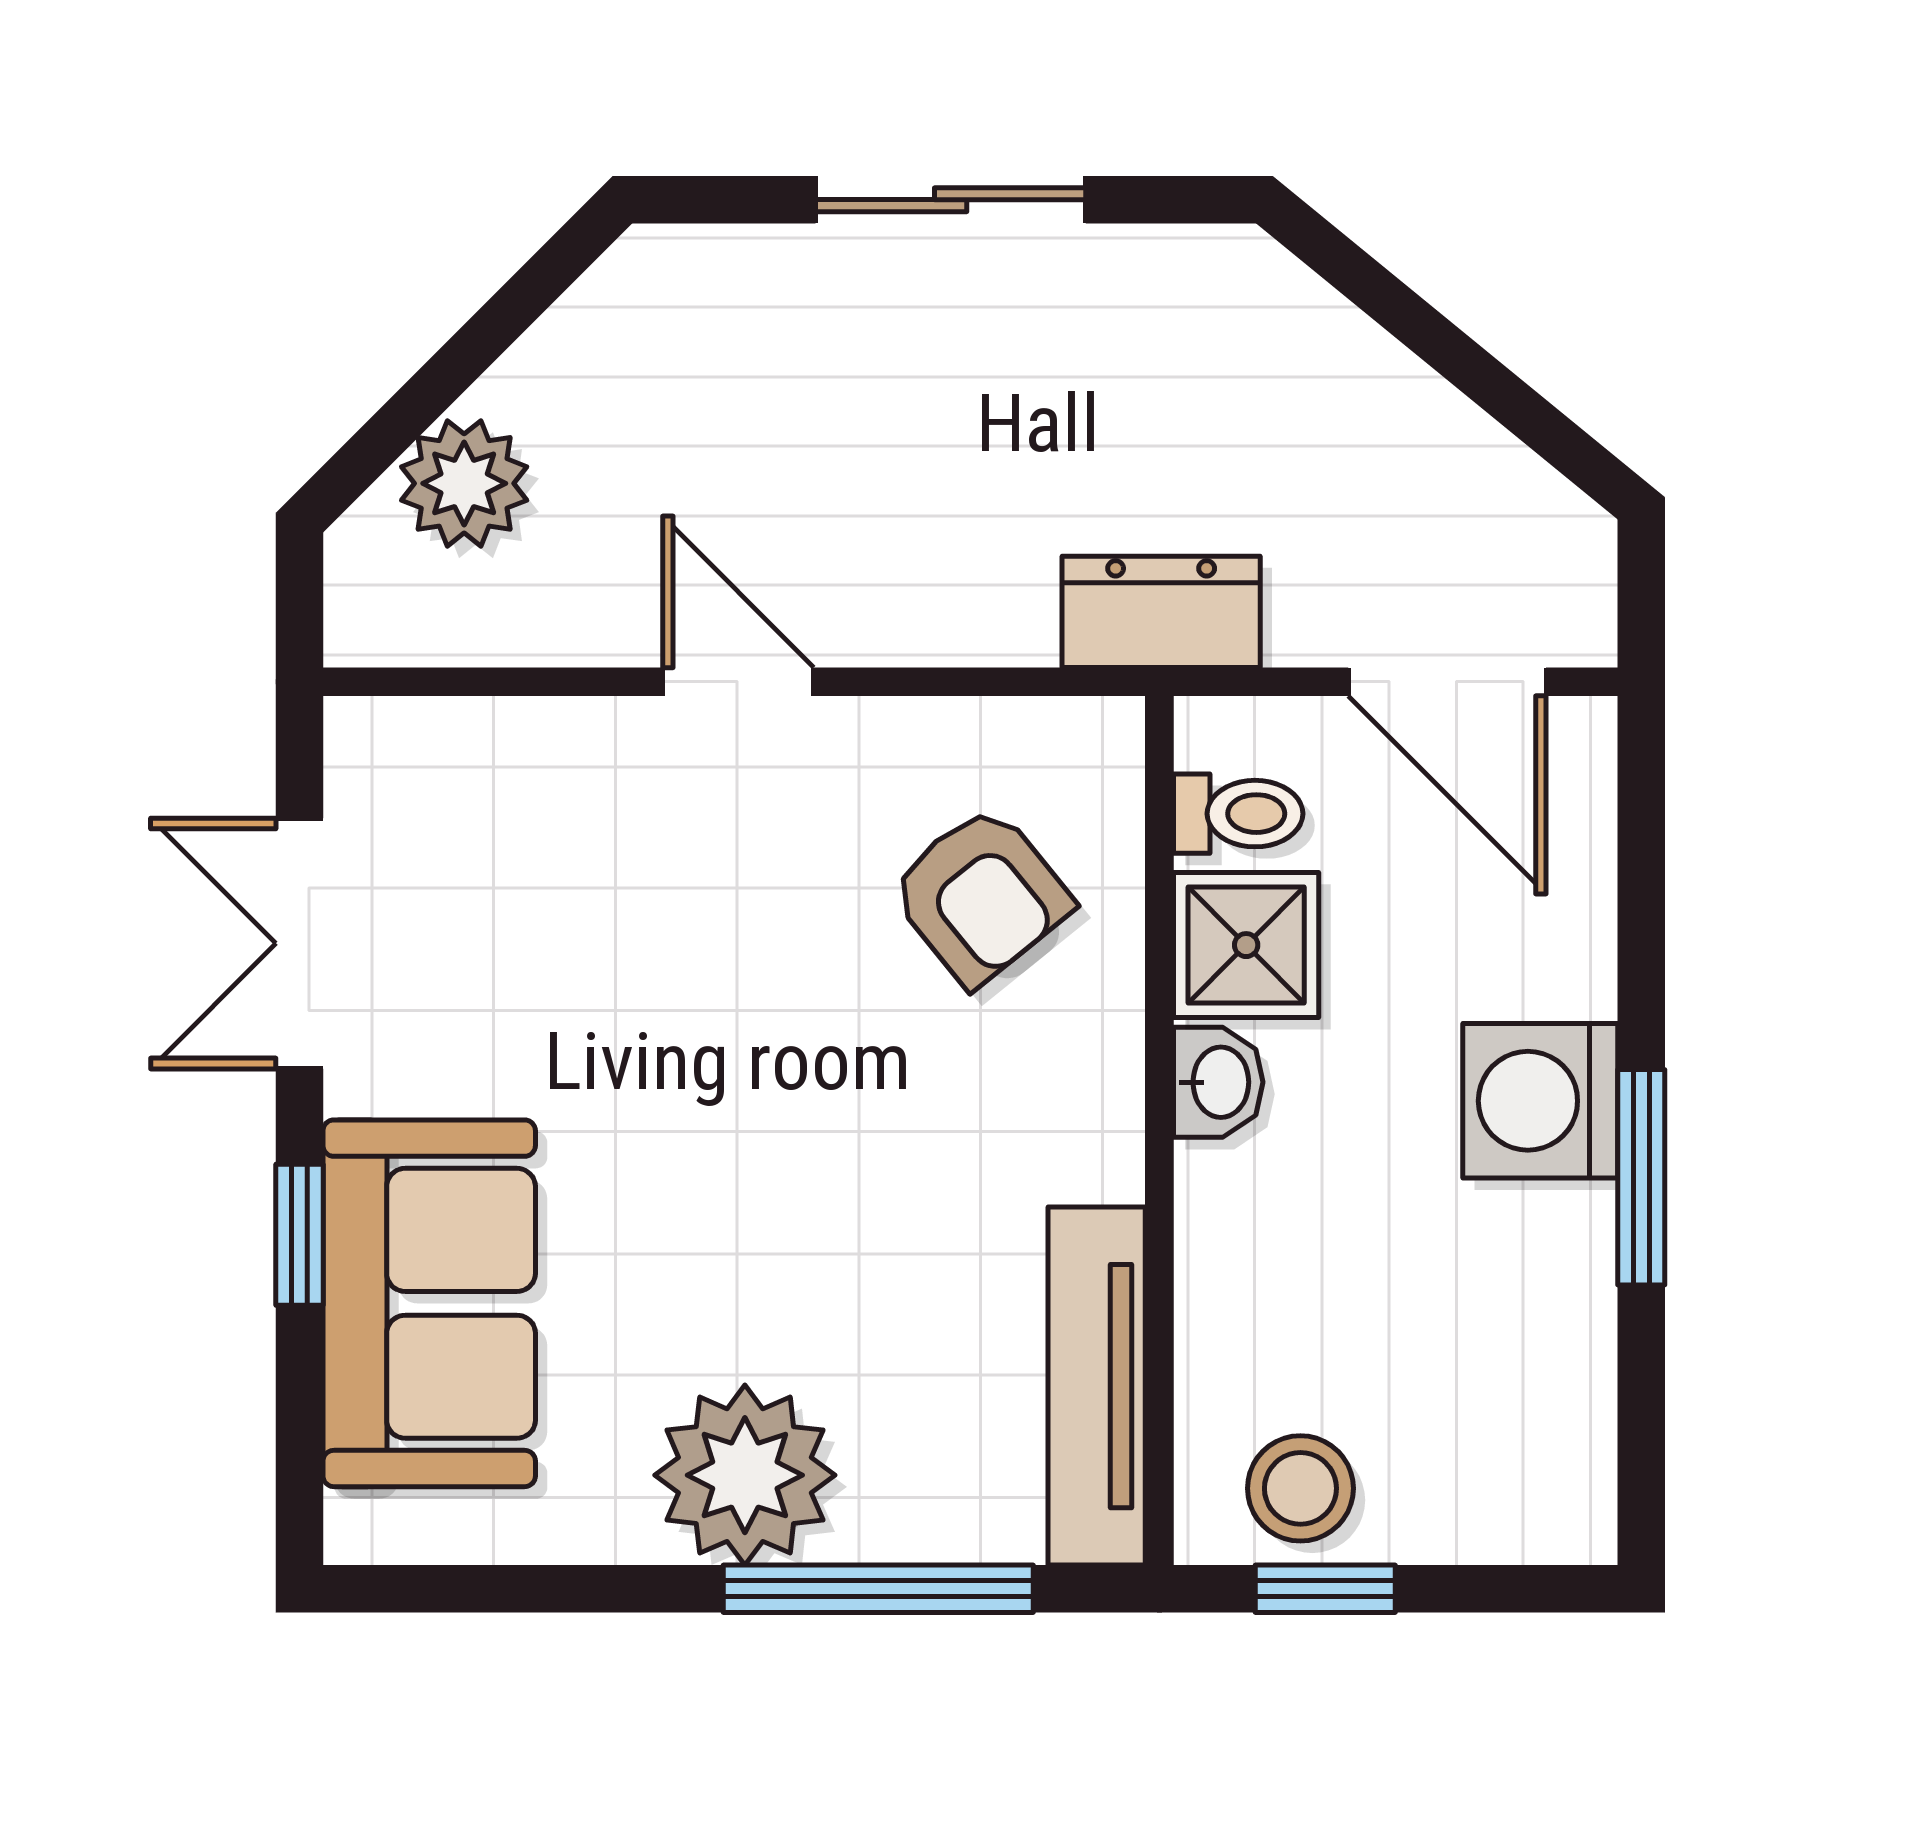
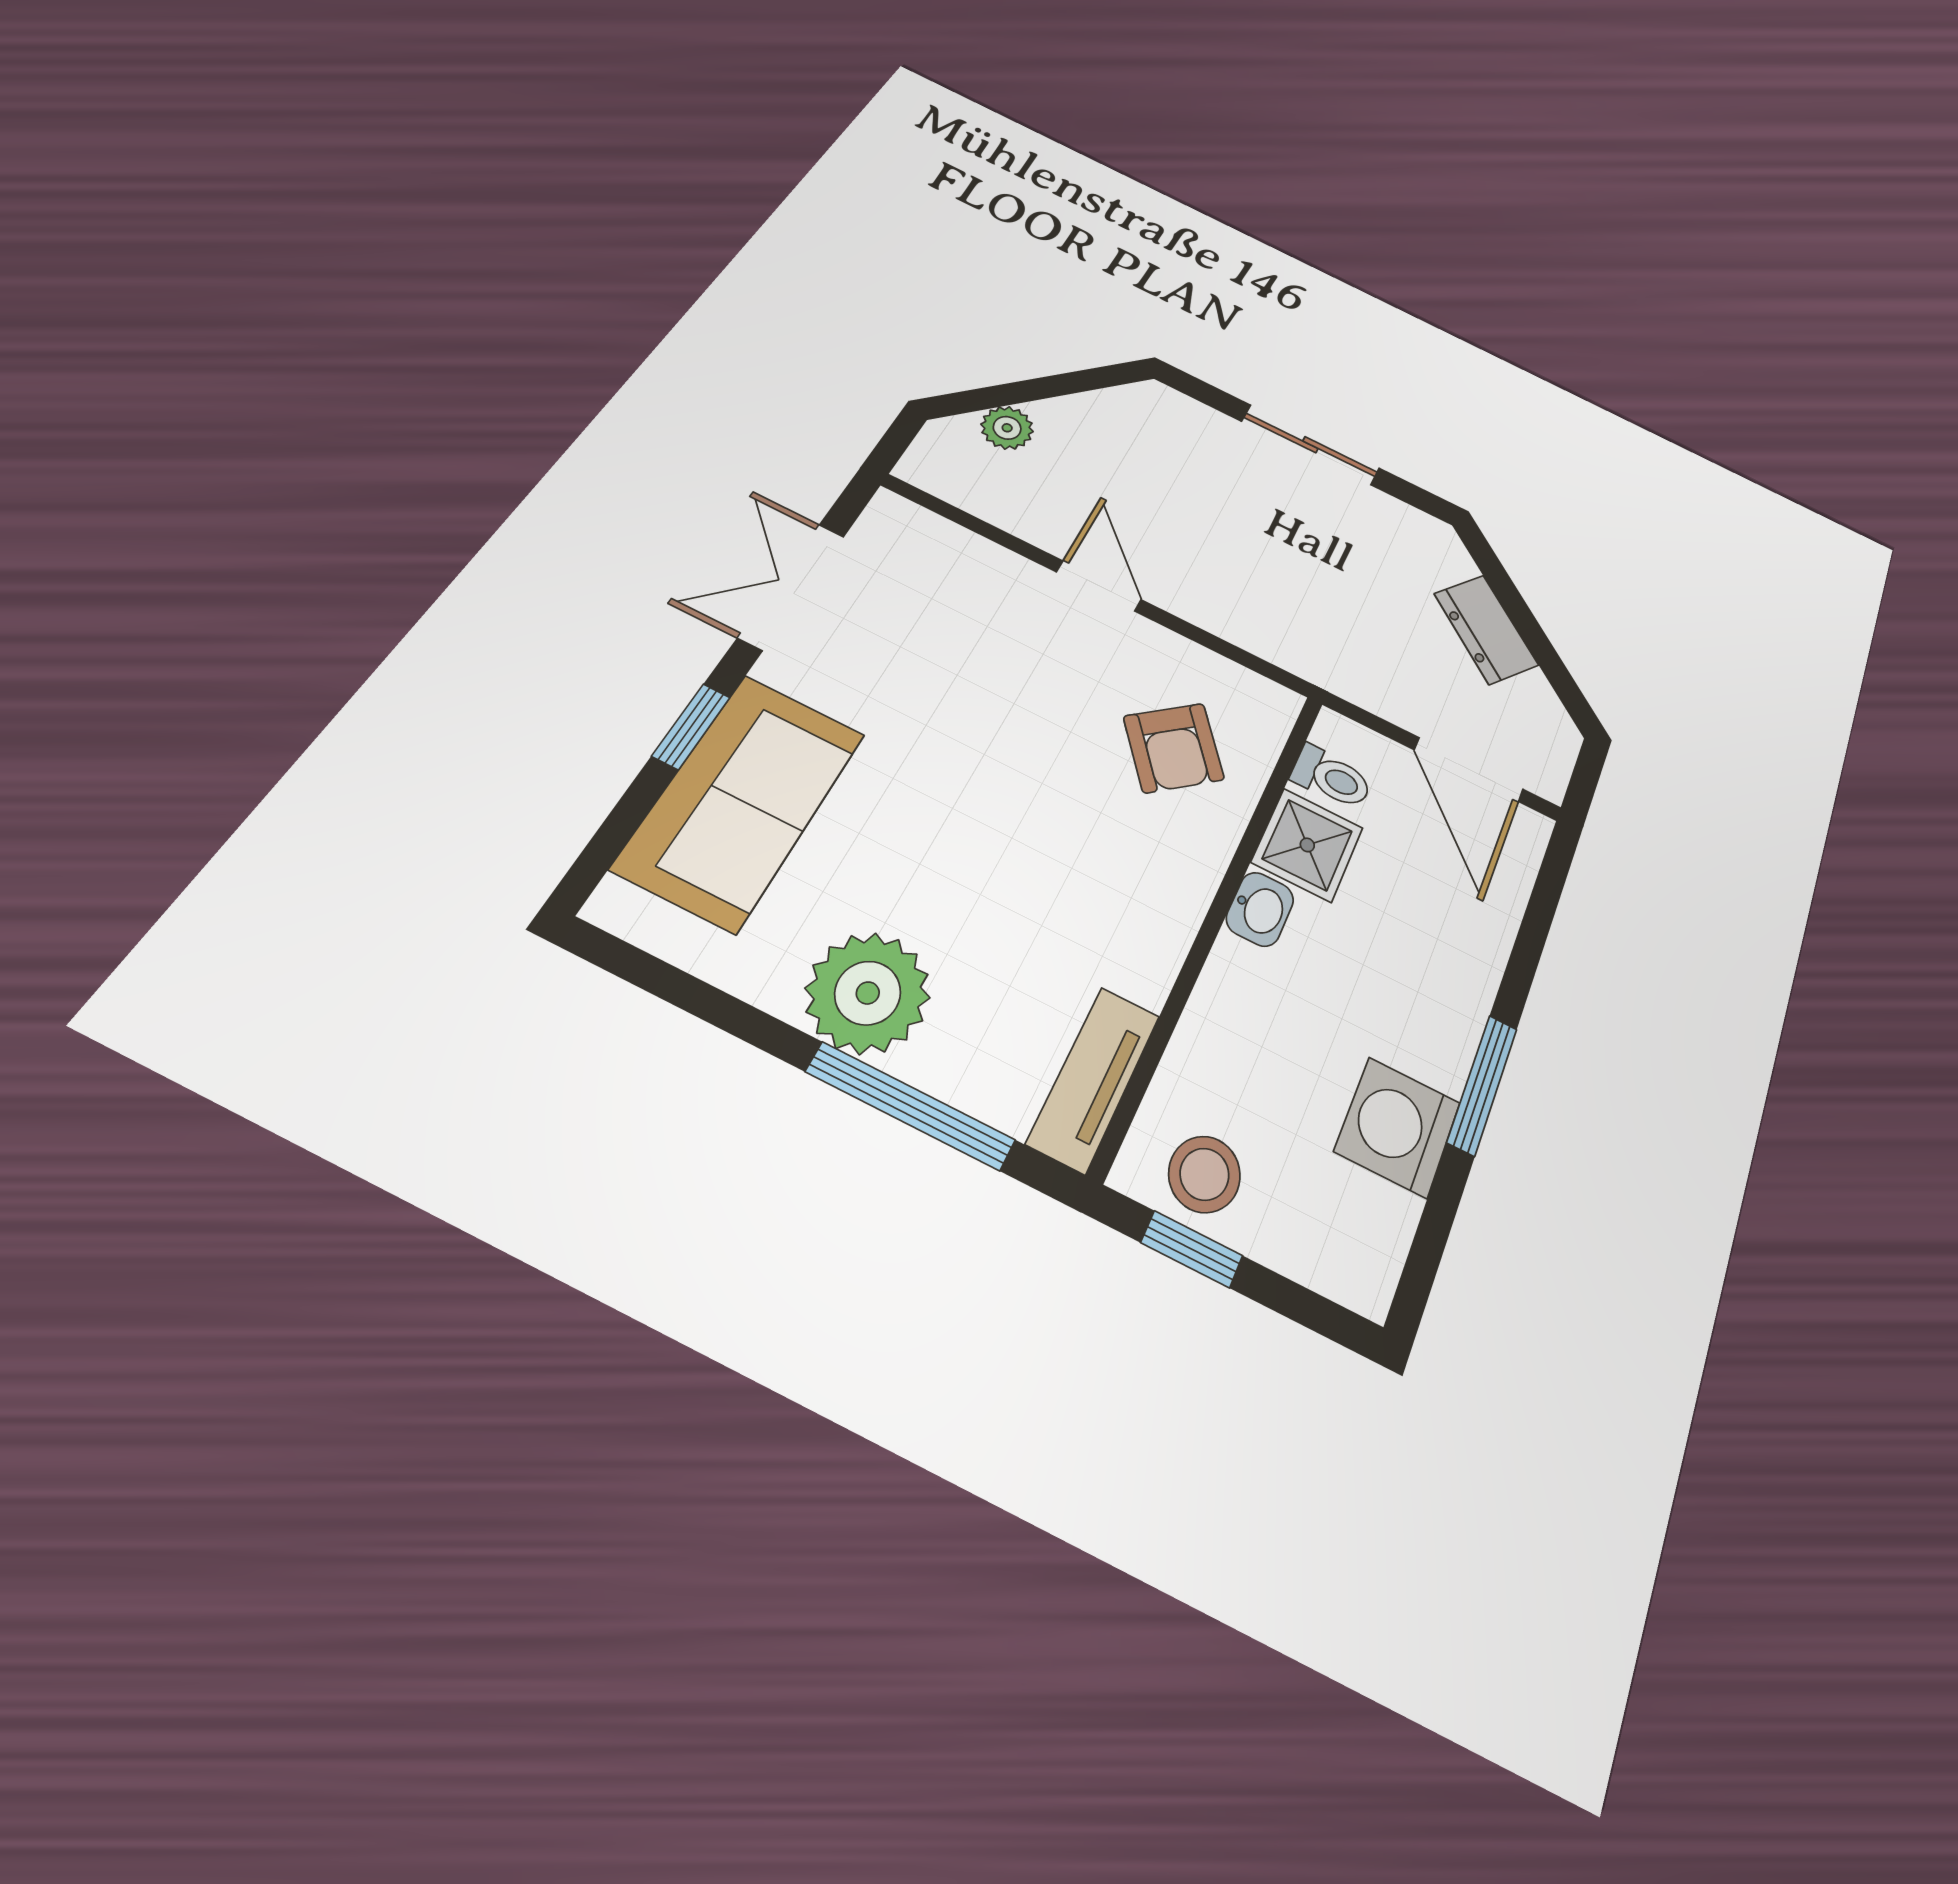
plant: (464, 483) -> (1007, 428), width x0.73, depth x0.73
dresser: (1161, 612) -> (1486, 629), moved, turned -141
washing machine: (1540, 1101) -> (1398, 1127), moved
tv unit: (1097, 1386) -> (1094, 1079), width x0.71

